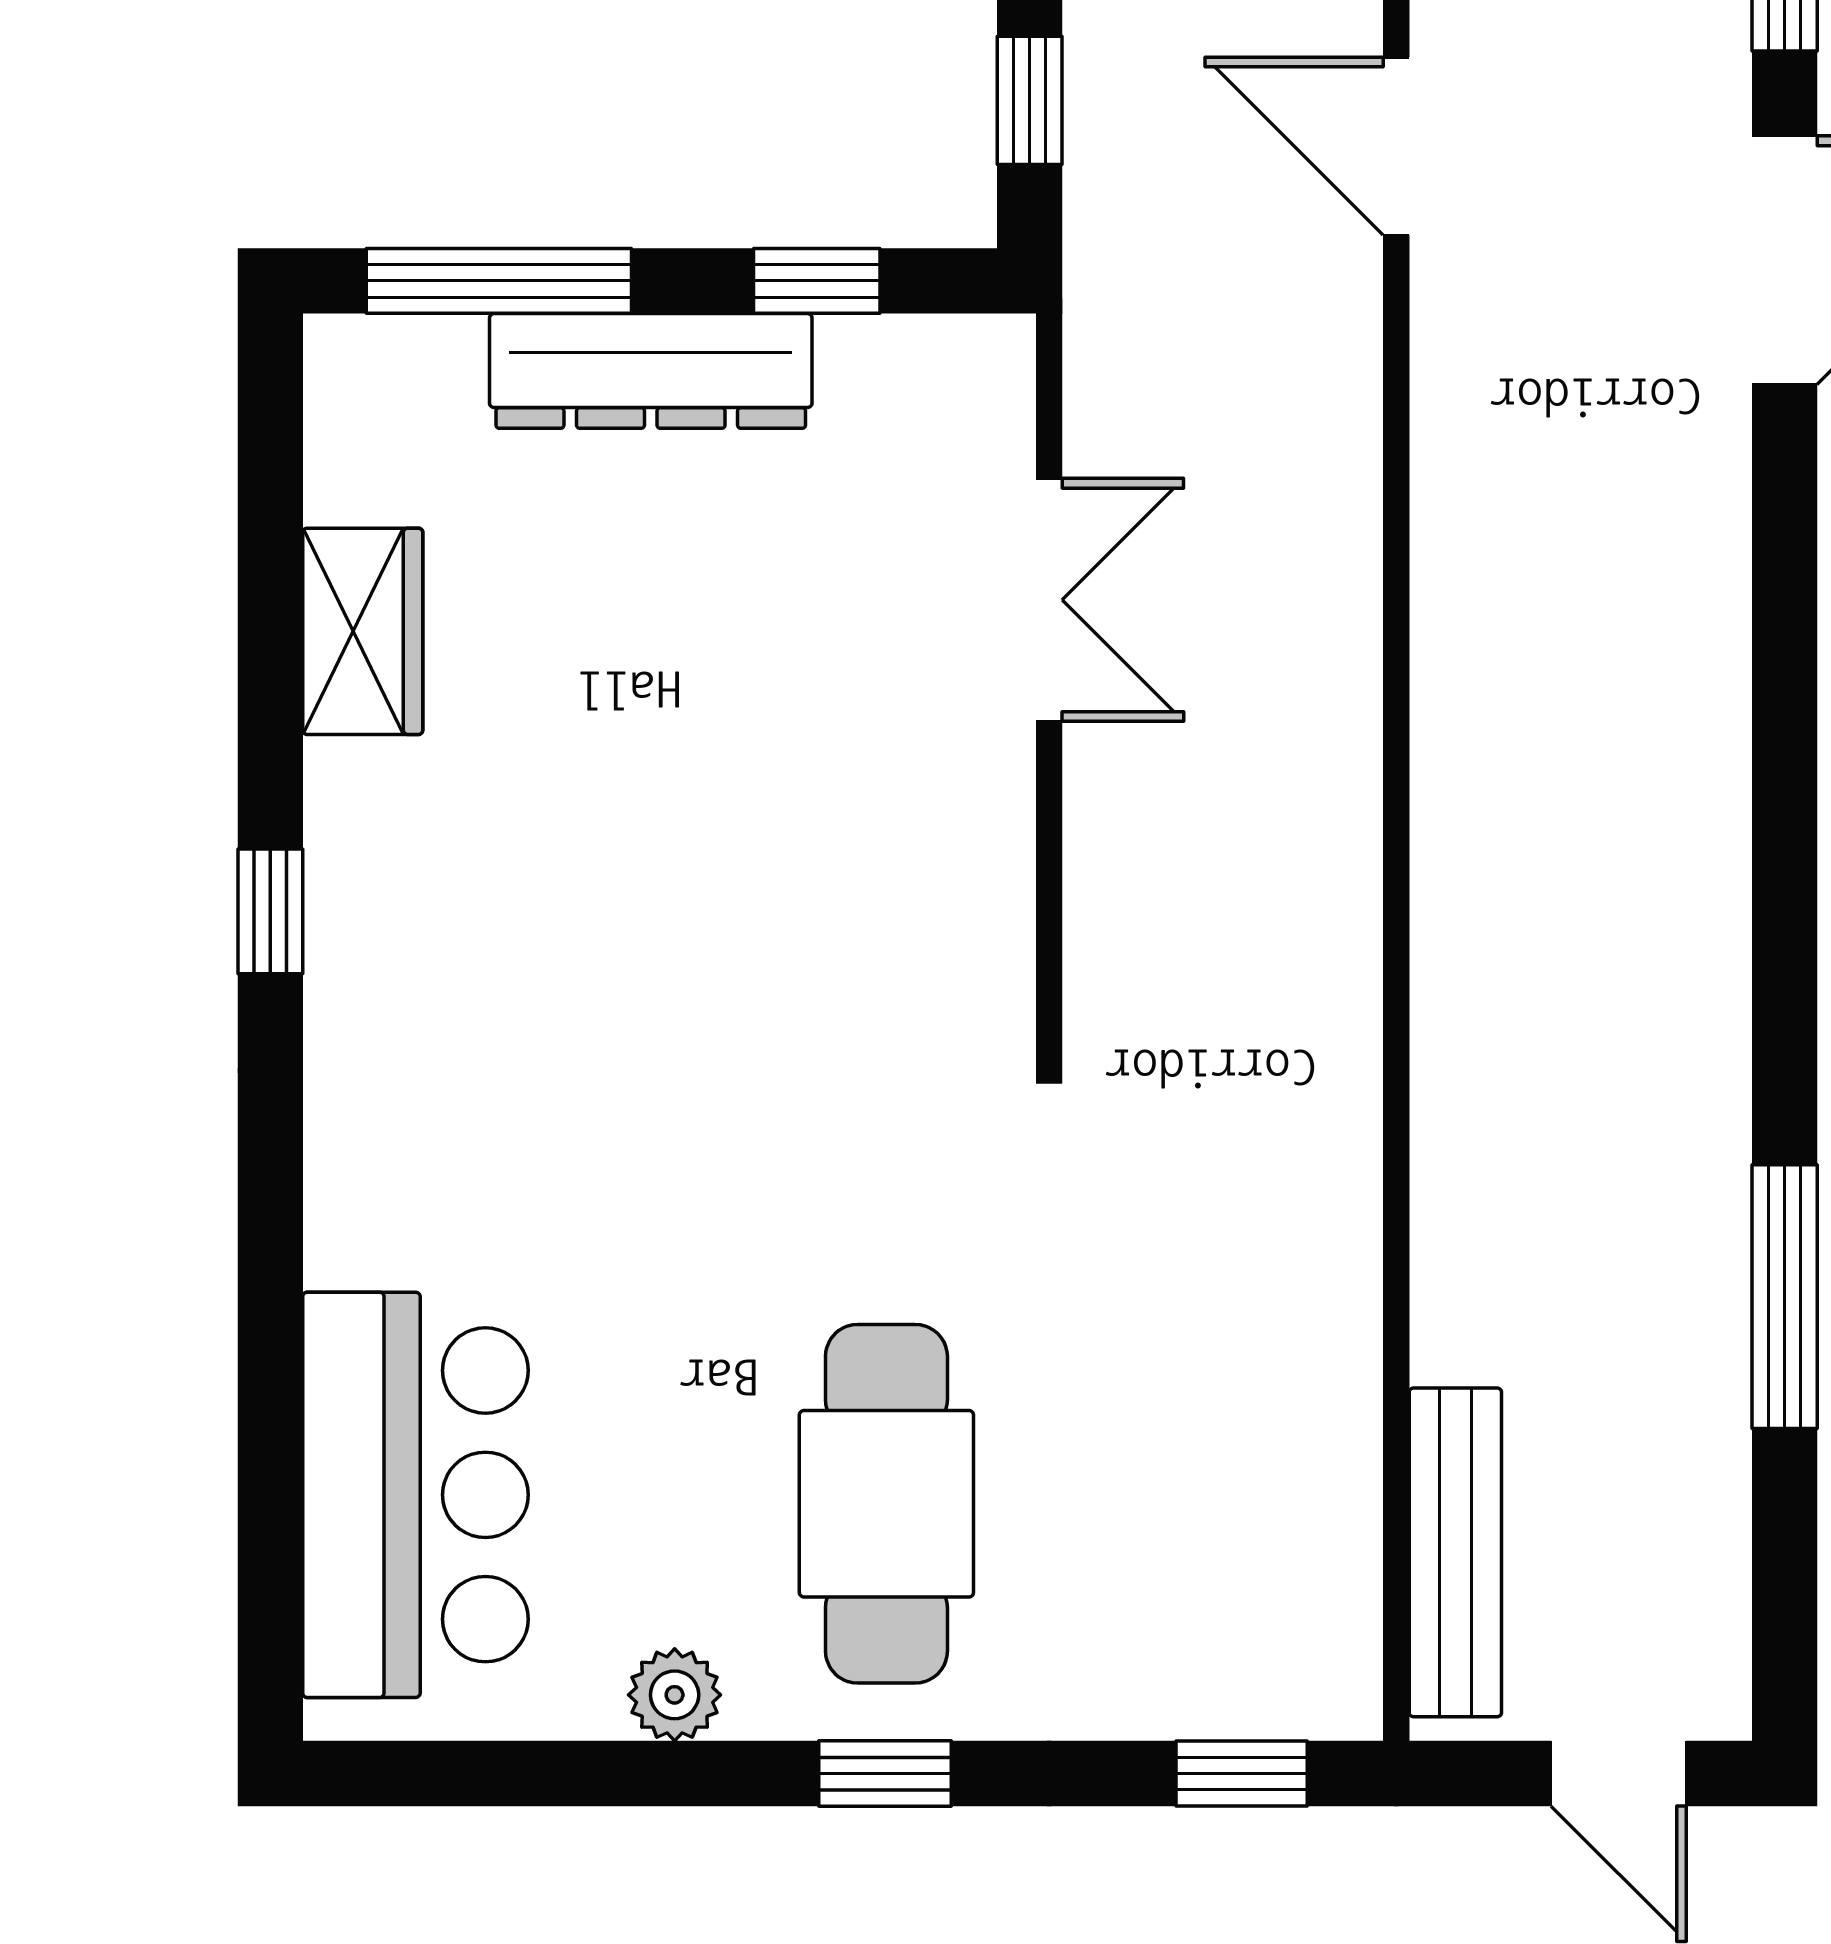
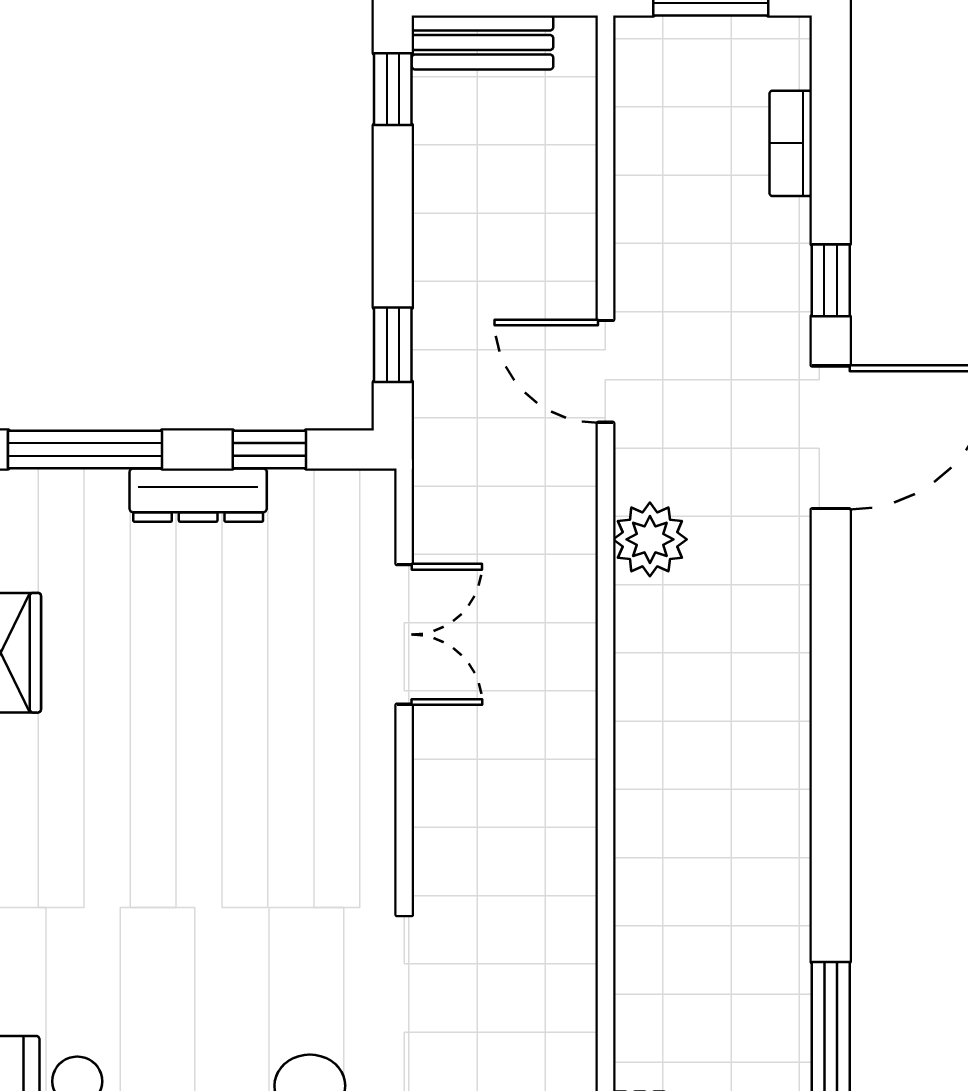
dresser: (651, 371) -> (198, 495), width x0.73, depth x0.80
plant: (1473, 436) -> (650, 539), added

